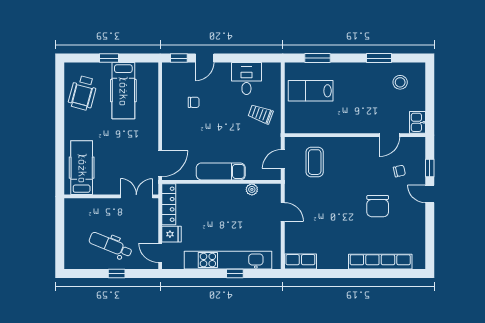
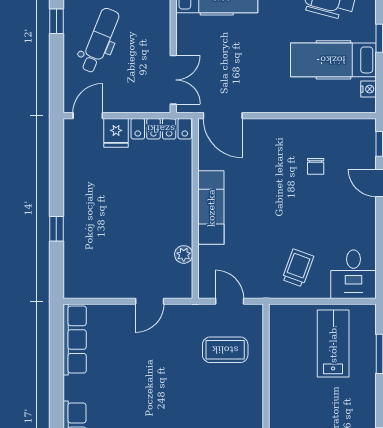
nightstand: (143, 67) -> (368, 89), added
desk: (246, 78) -> (353, 274), moved, turned 90
kitchen unit: (228, 260) -> (77, 218), removed
row of seats: (300, 261) -> (75, 340), width x1.48
window: (117, 273) -> (56, 21), moved

